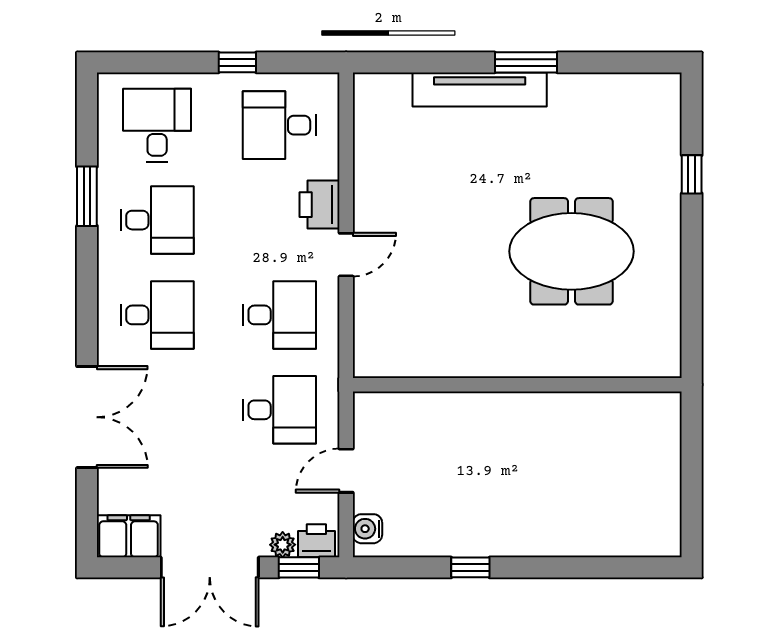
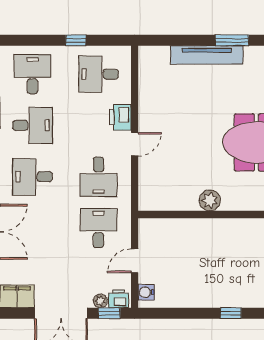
desk: (157, 315) -> (32, 177), turned 180
desk: (279, 315) -> (99, 177), turned 90
plant: (485, 359) -> (210, 200), added
desk: (279, 410) -> (99, 228), turned -90
window: (470, 567) -> (231, 313), moved

